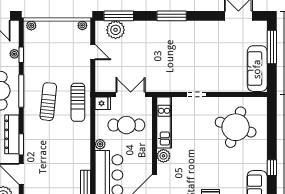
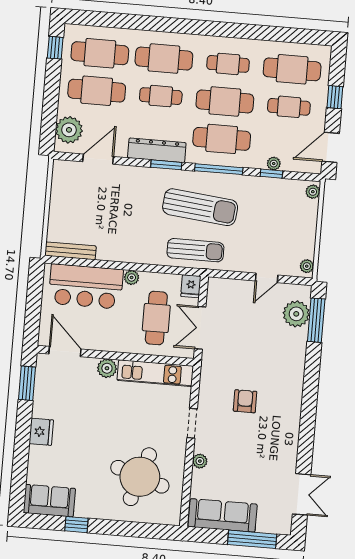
window: (172, 16) -> (310, 397), removed
armchair: (178, 60) -> (245, 401), added
plant: (221, 87) -> (200, 461), added
double door: (131, 95) -> (200, 328), swing flipped
sun lounger: (48, 102) -> (200, 207), width x1.36, depth x1.34
sun lounger: (78, 102) -> (195, 250), turned 180
window: (21, 144) -> (166, 165), moved

